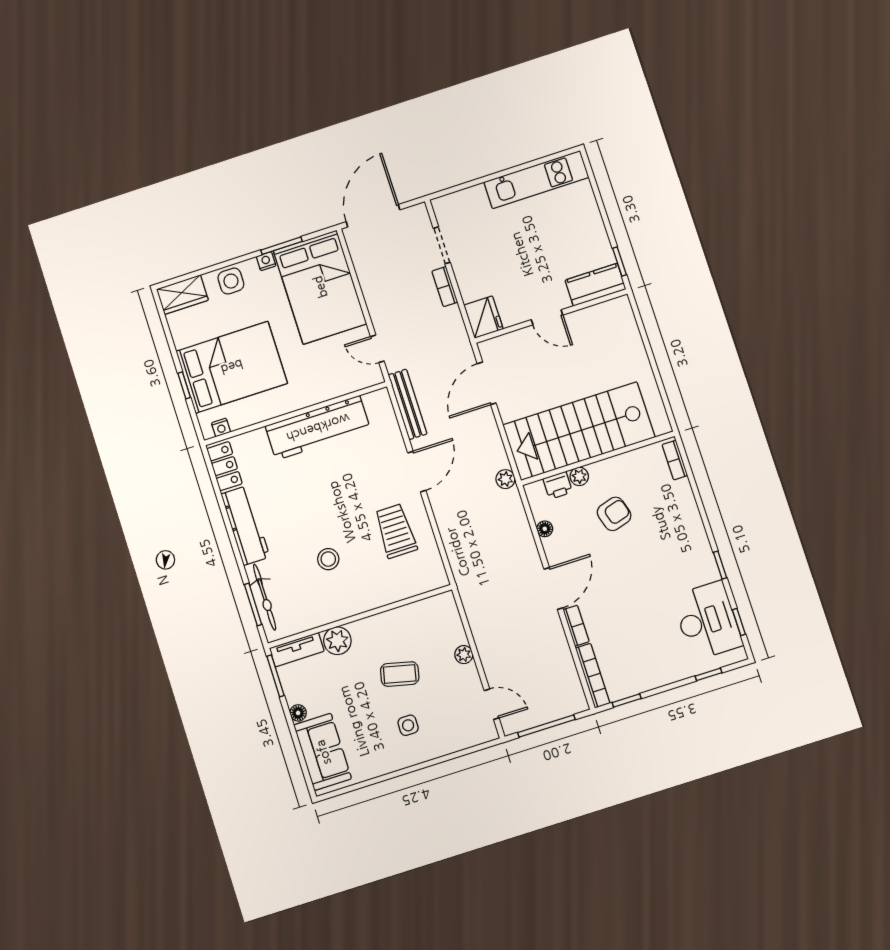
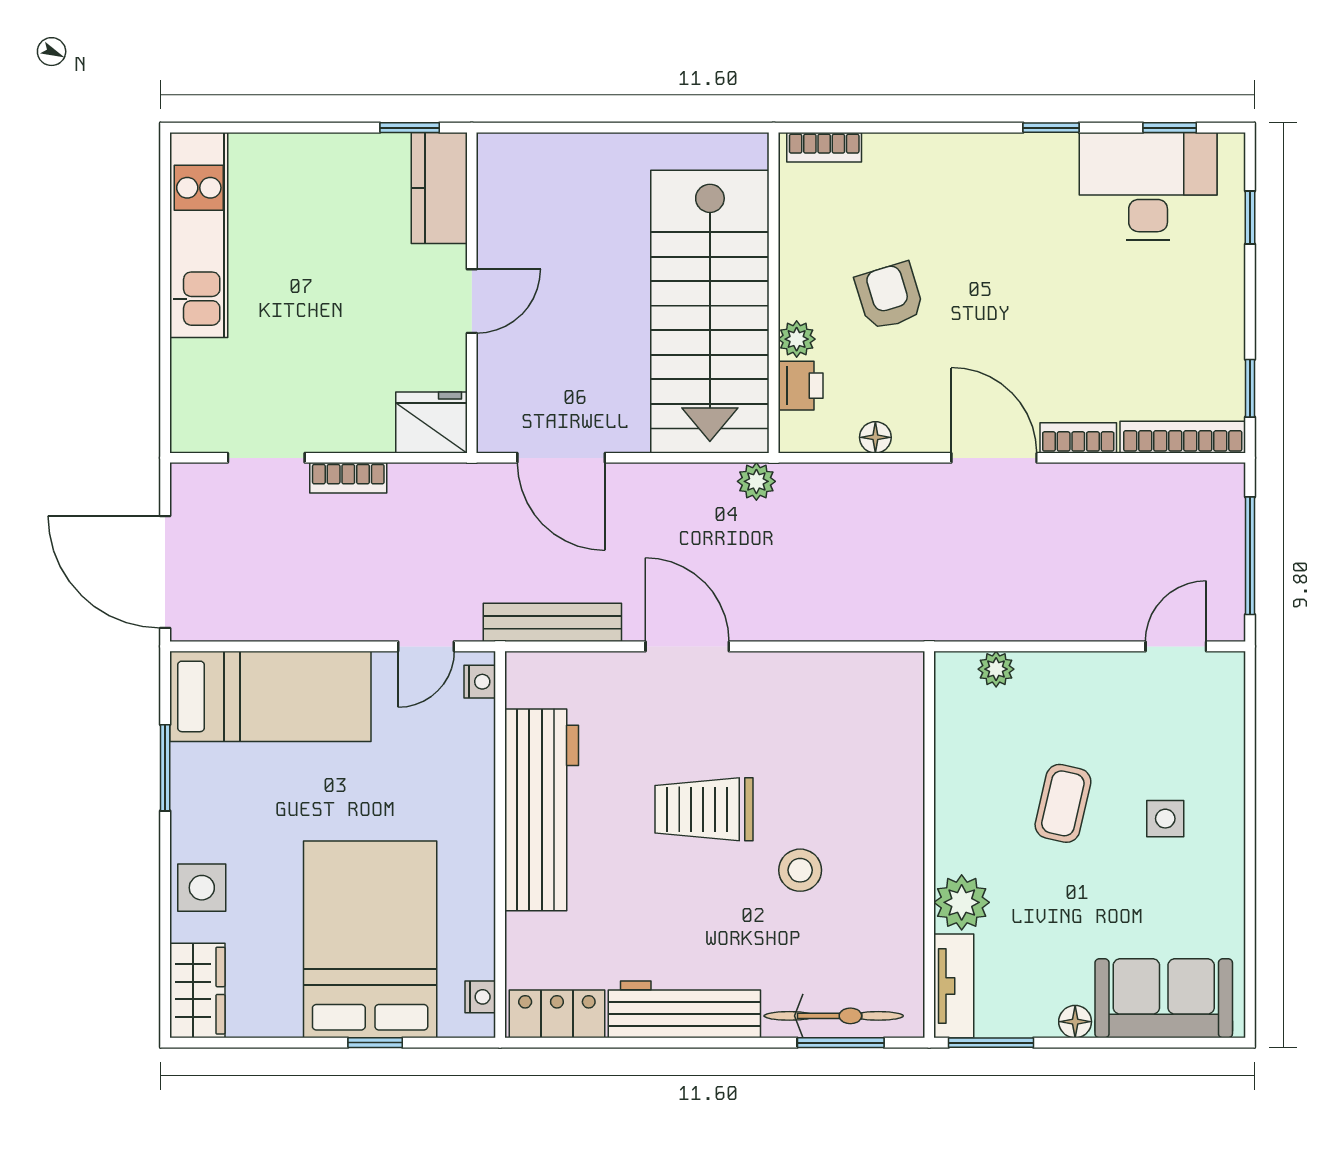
nightstand: (266, 261) -> (480, 682), moved, turned 180
bed: (320, 287) -> (270, 696), width x0.67
trolley: (396, 531) -> (704, 809), moved
plant: (464, 655) -> (996, 669), moved

